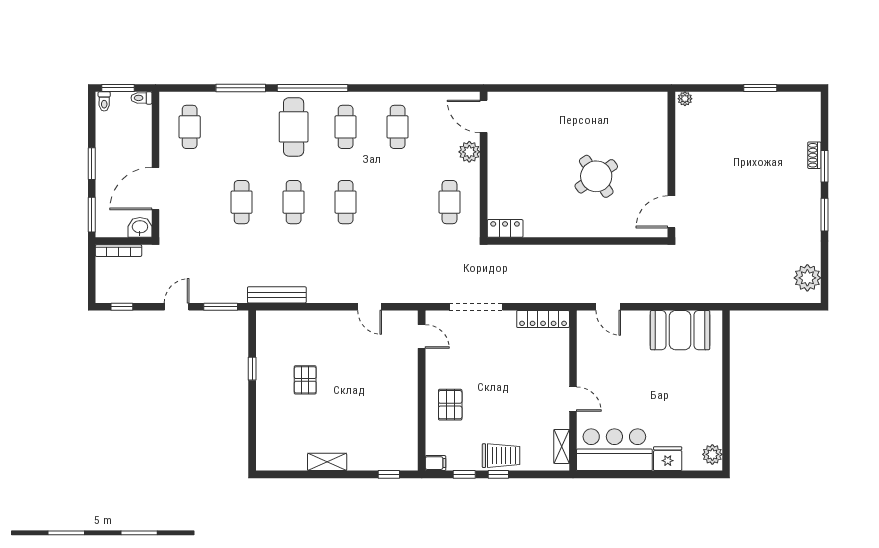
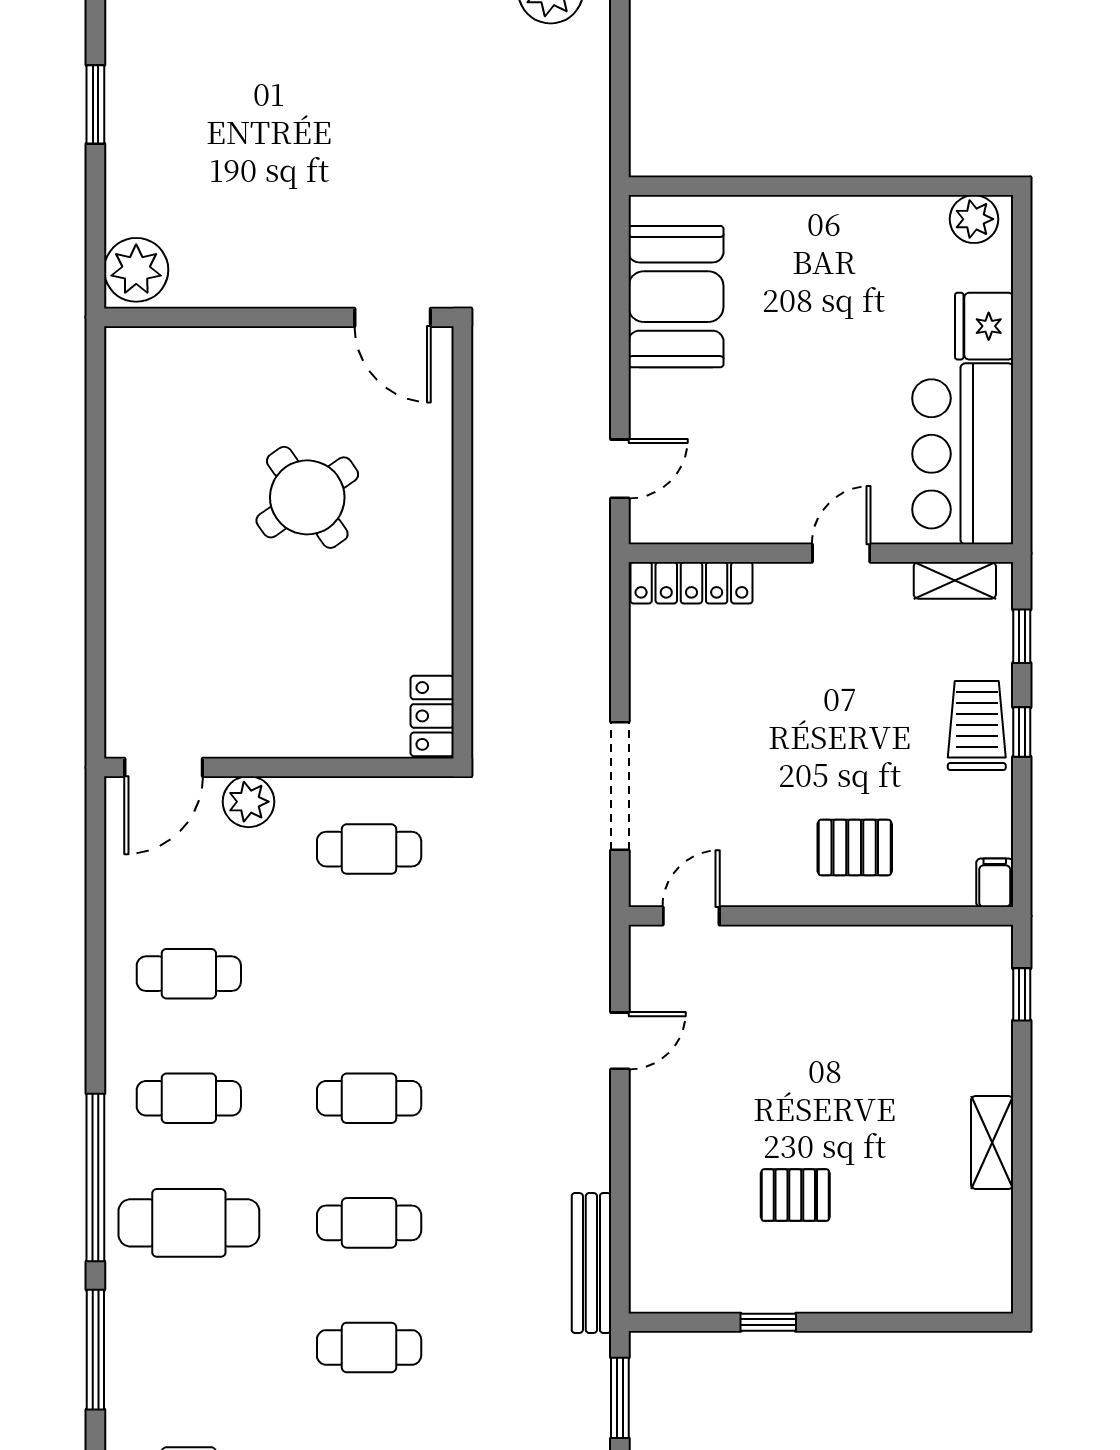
plant: (685, 99) -> (136, 270), width x1.87, depth x1.87
locker: (543, 319) -> (691, 583), moved, turned 90
window: (464, 474) -> (1022, 636), moved

